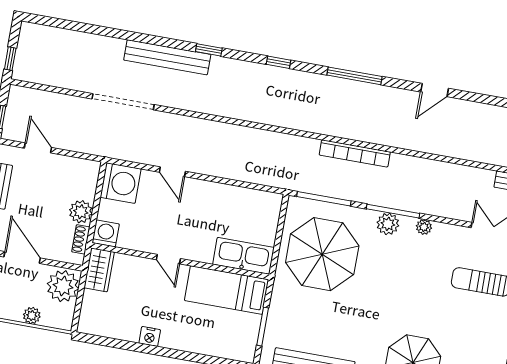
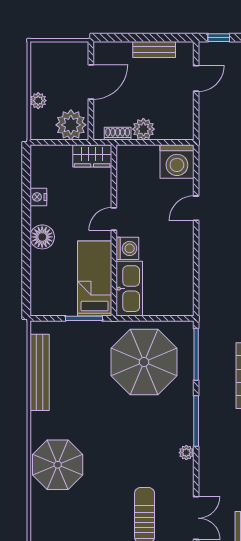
plant: (388, 224) -> (183, 418), removed
washing machine: (106, 233) -> (127, 248), moved
window: (263, 327) -> (84, 318), moved
nightstand: (150, 336) -> (38, 197), moved
floor lamp: (174, 337) -> (42, 237), added

